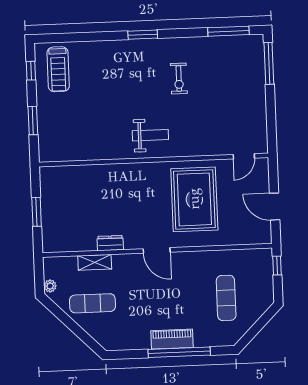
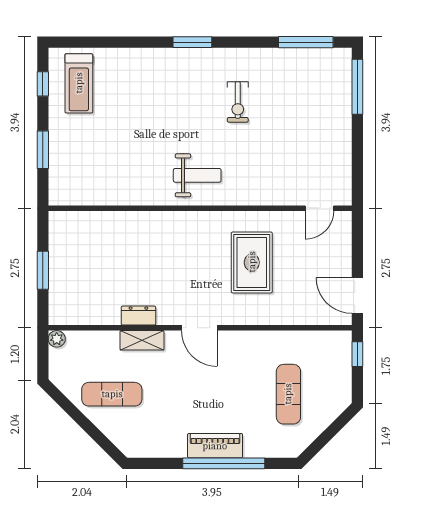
rug: (194, 199) -> (252, 262), width x0.73, depth x0.69
door: (275, 207) -> (357, 296), moved
shelving: (95, 262) -> (142, 340), moved
plant: (50, 286) -> (57, 339), moved

